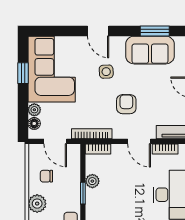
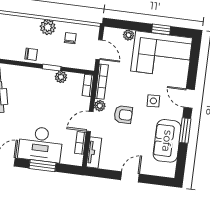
door: (98, 31) -> (189, 99), hinge flipped
window: (155, 31) -> (185, 130), moved
floor lamp: (34, 123) -> (117, 33), removed
plant: (120, 132) -> (100, 106), added
door: (55, 141) -> (99, 50), swing flipped

